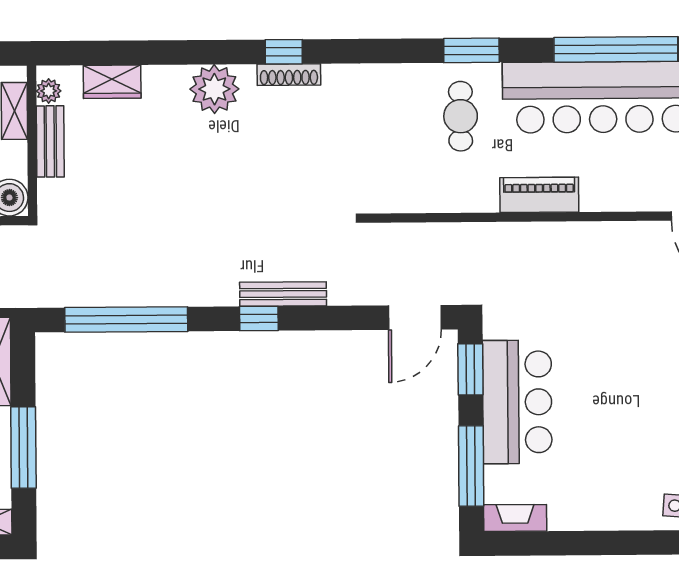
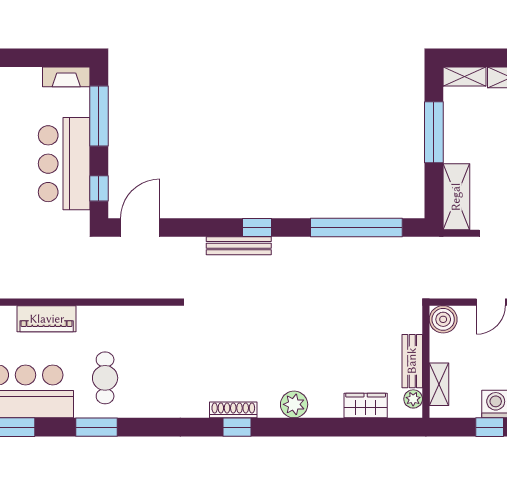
plant: (214, 89) -> (294, 404), width x0.73, depth x0.73
window: (470, 369) -> (99, 188), width x0.67

